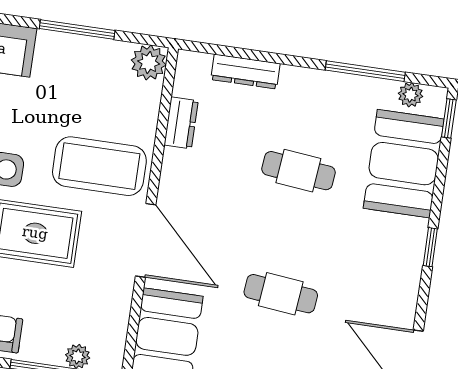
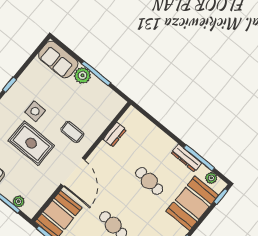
plant: (149, 63) -> (82, 75), moved
dresser: (245, 72) -> (186, 158), moved
coffee table: (99, 166) -> (72, 132), width x0.54, depth x0.58

